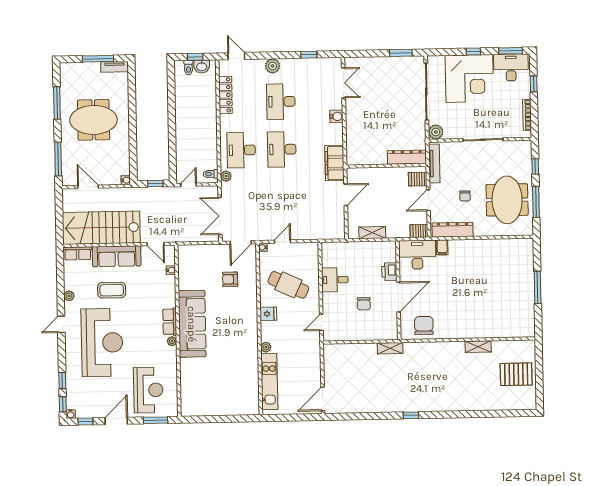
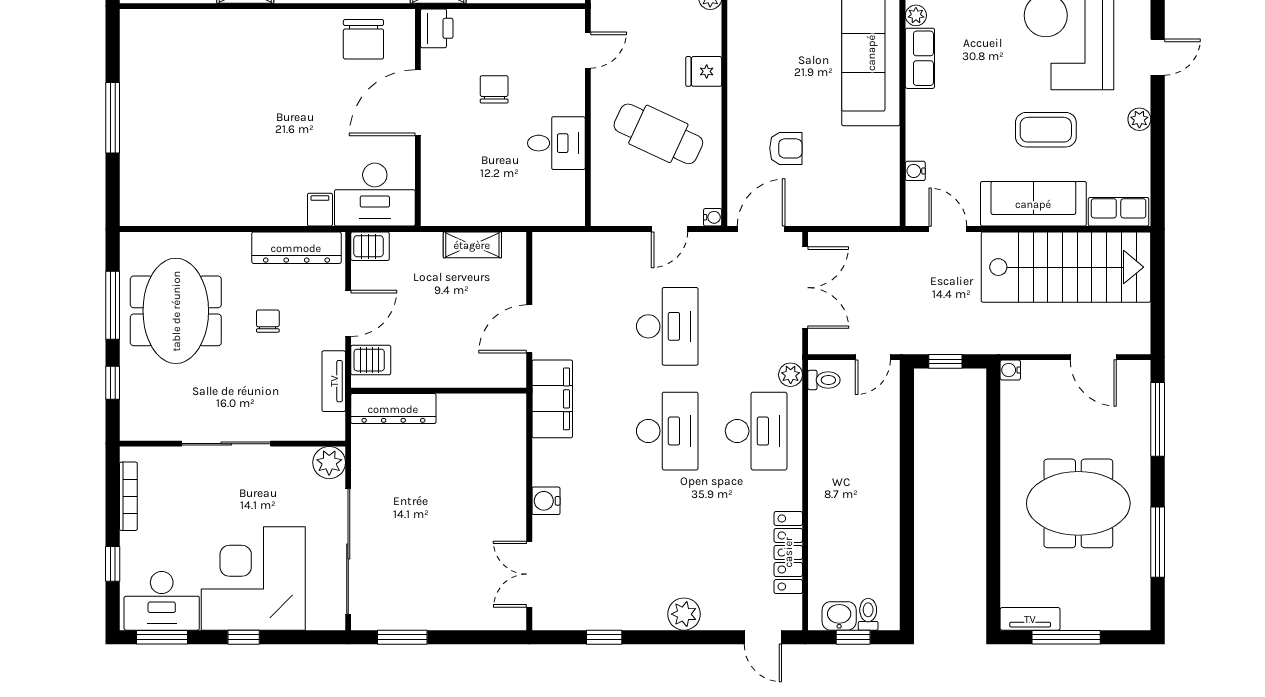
desk: (281, 102) -> (667, 326), moved
tv unit: (434, 163) -> (334, 381), width x0.71
printer: (389, 272) -> (437, 28), moved

